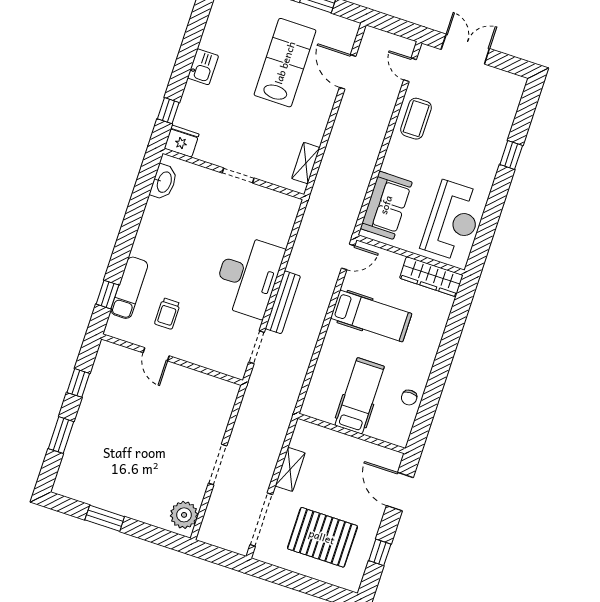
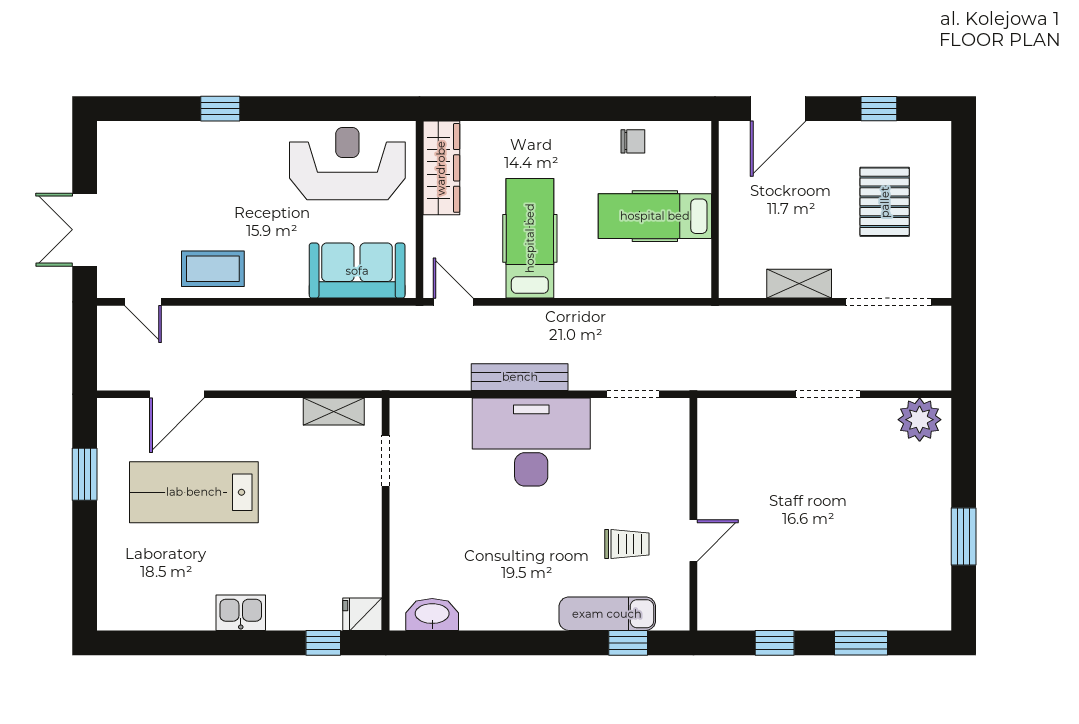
door: (410, 70) -> (143, 302), hinge flipped
fridge: (182, 141) -> (362, 614), width x0.72
doorway: (238, 175) -> (386, 461), moved
bench: (283, 302) -> (520, 377), moved
pallet: (322, 537) -> (885, 202), width x0.73, depth x0.71

